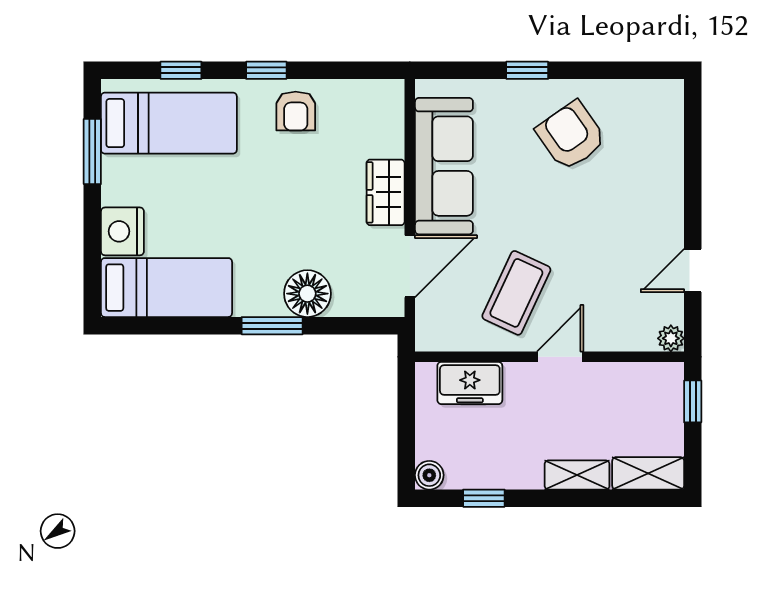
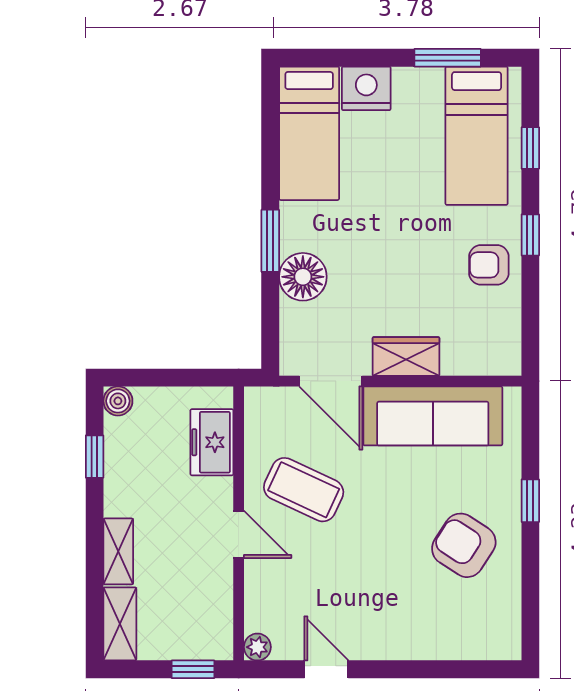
armchair: (571, 136) -> (464, 545), turned -112

